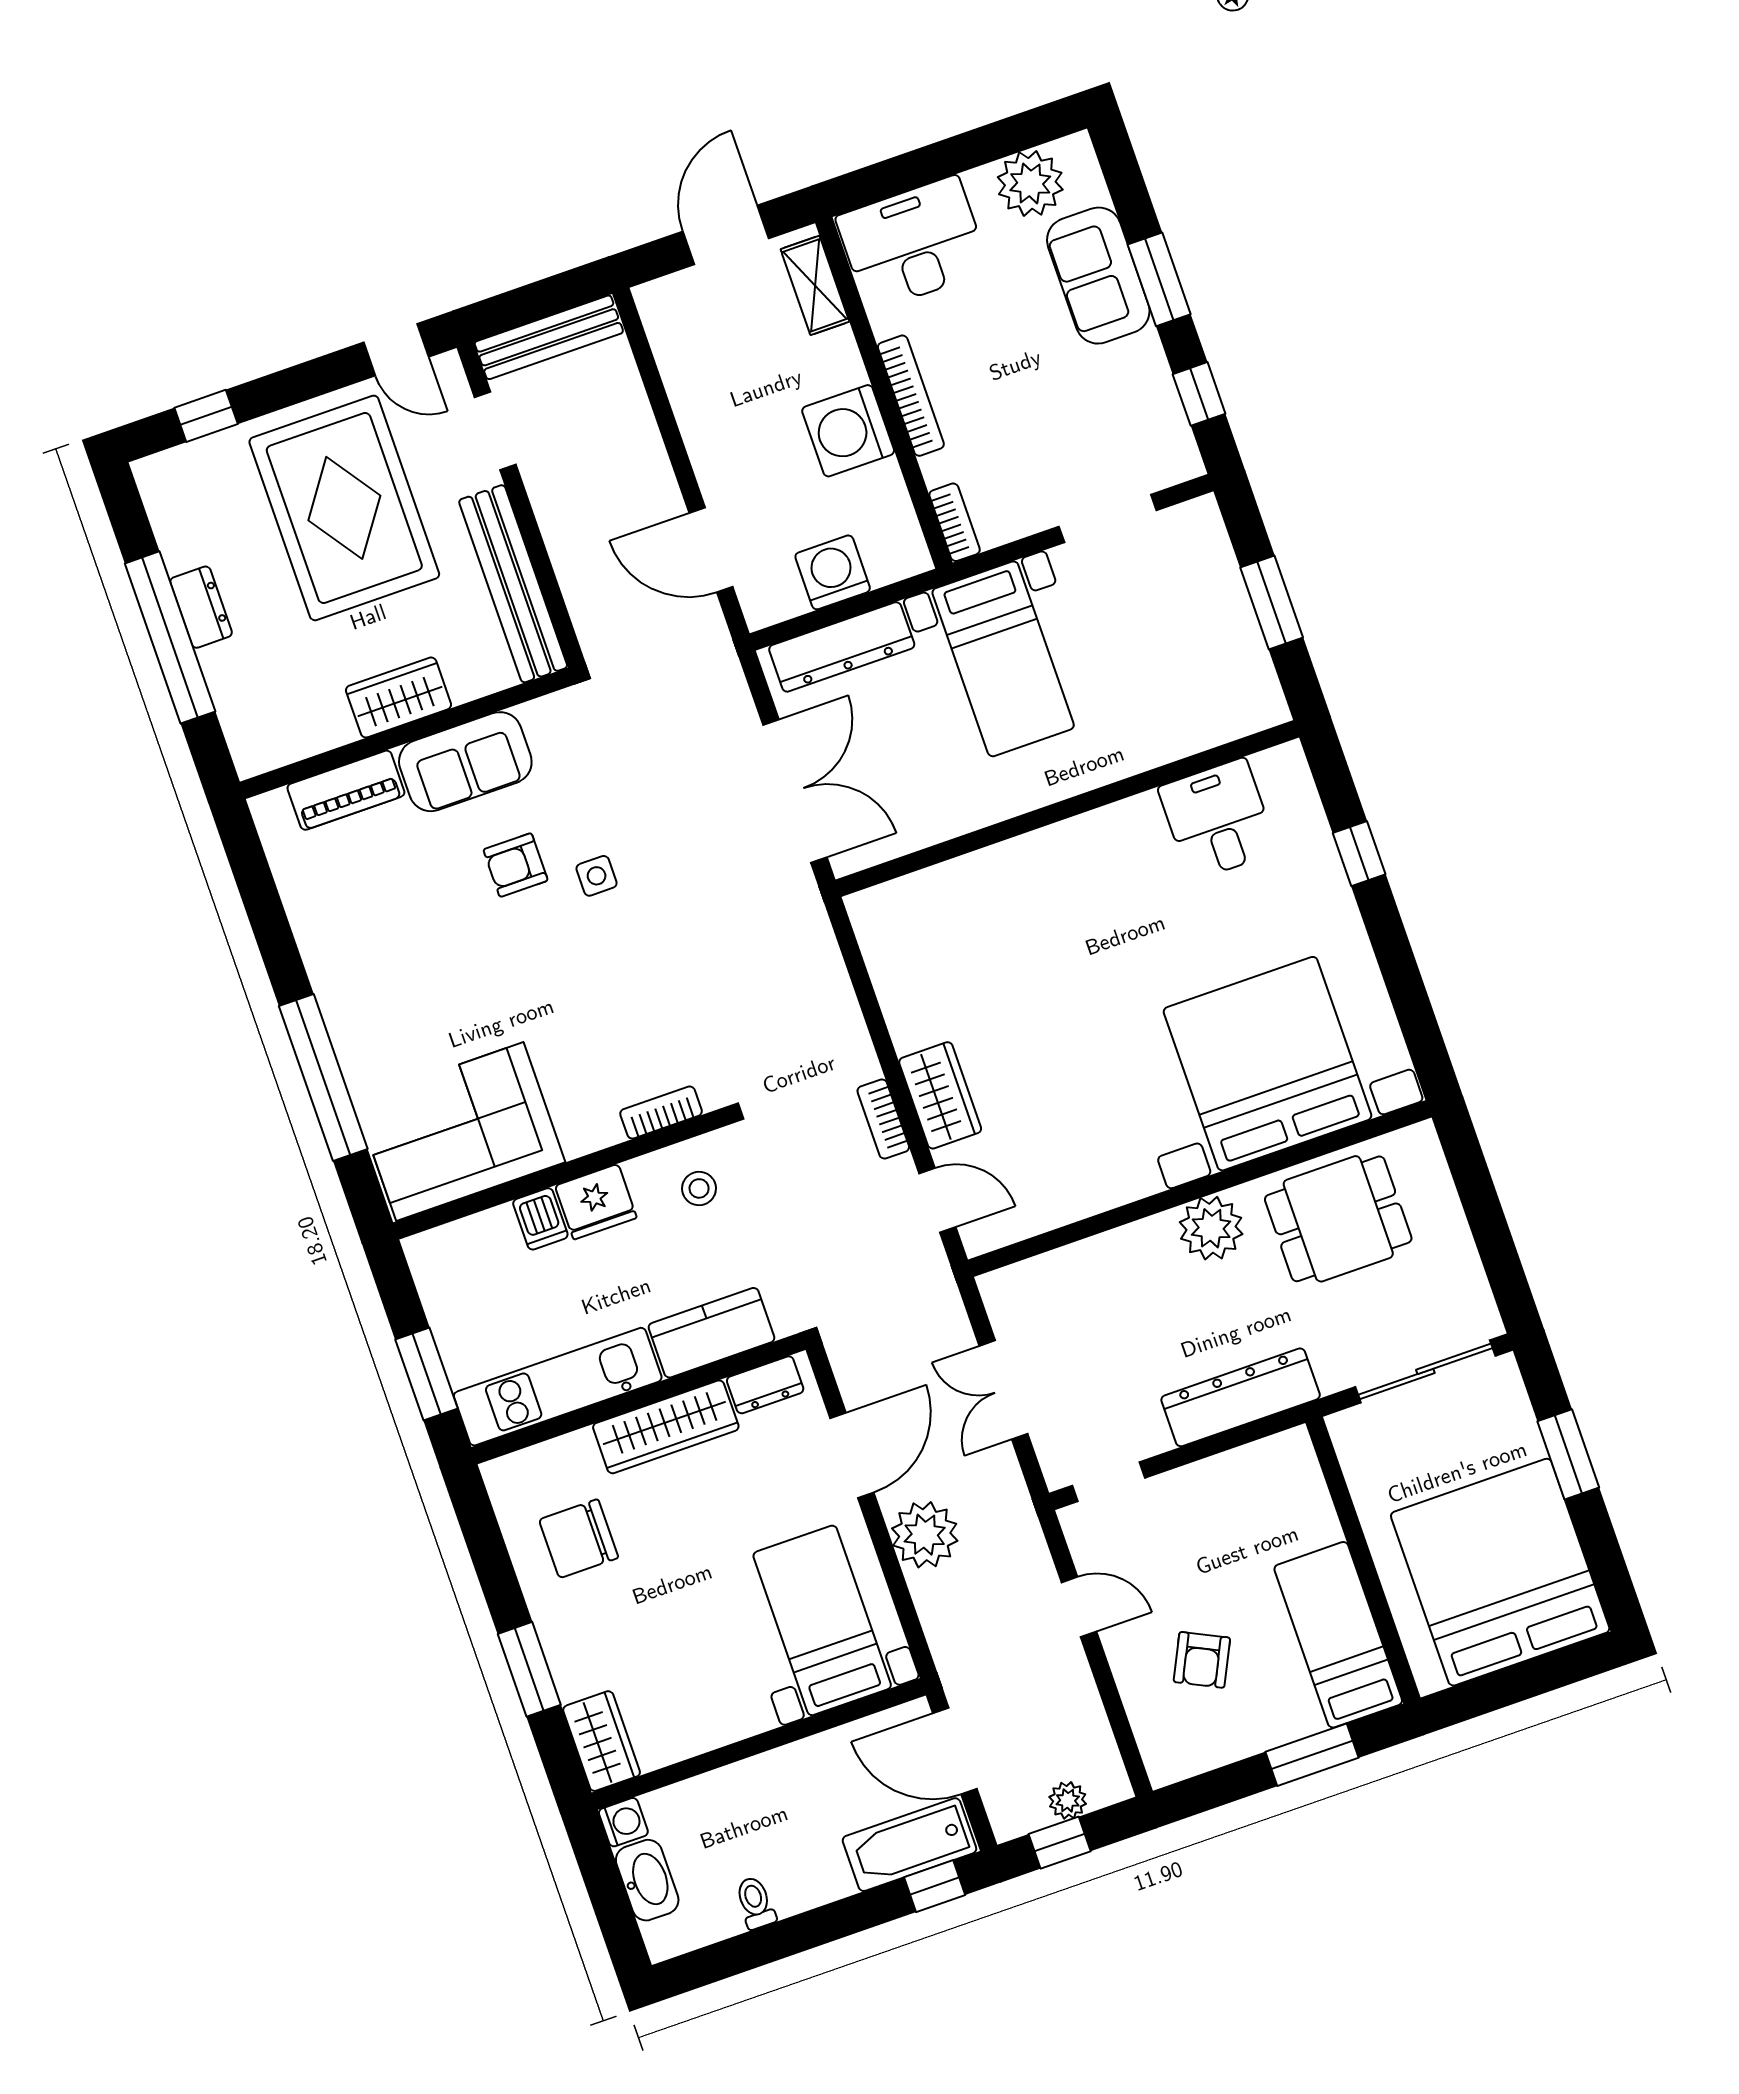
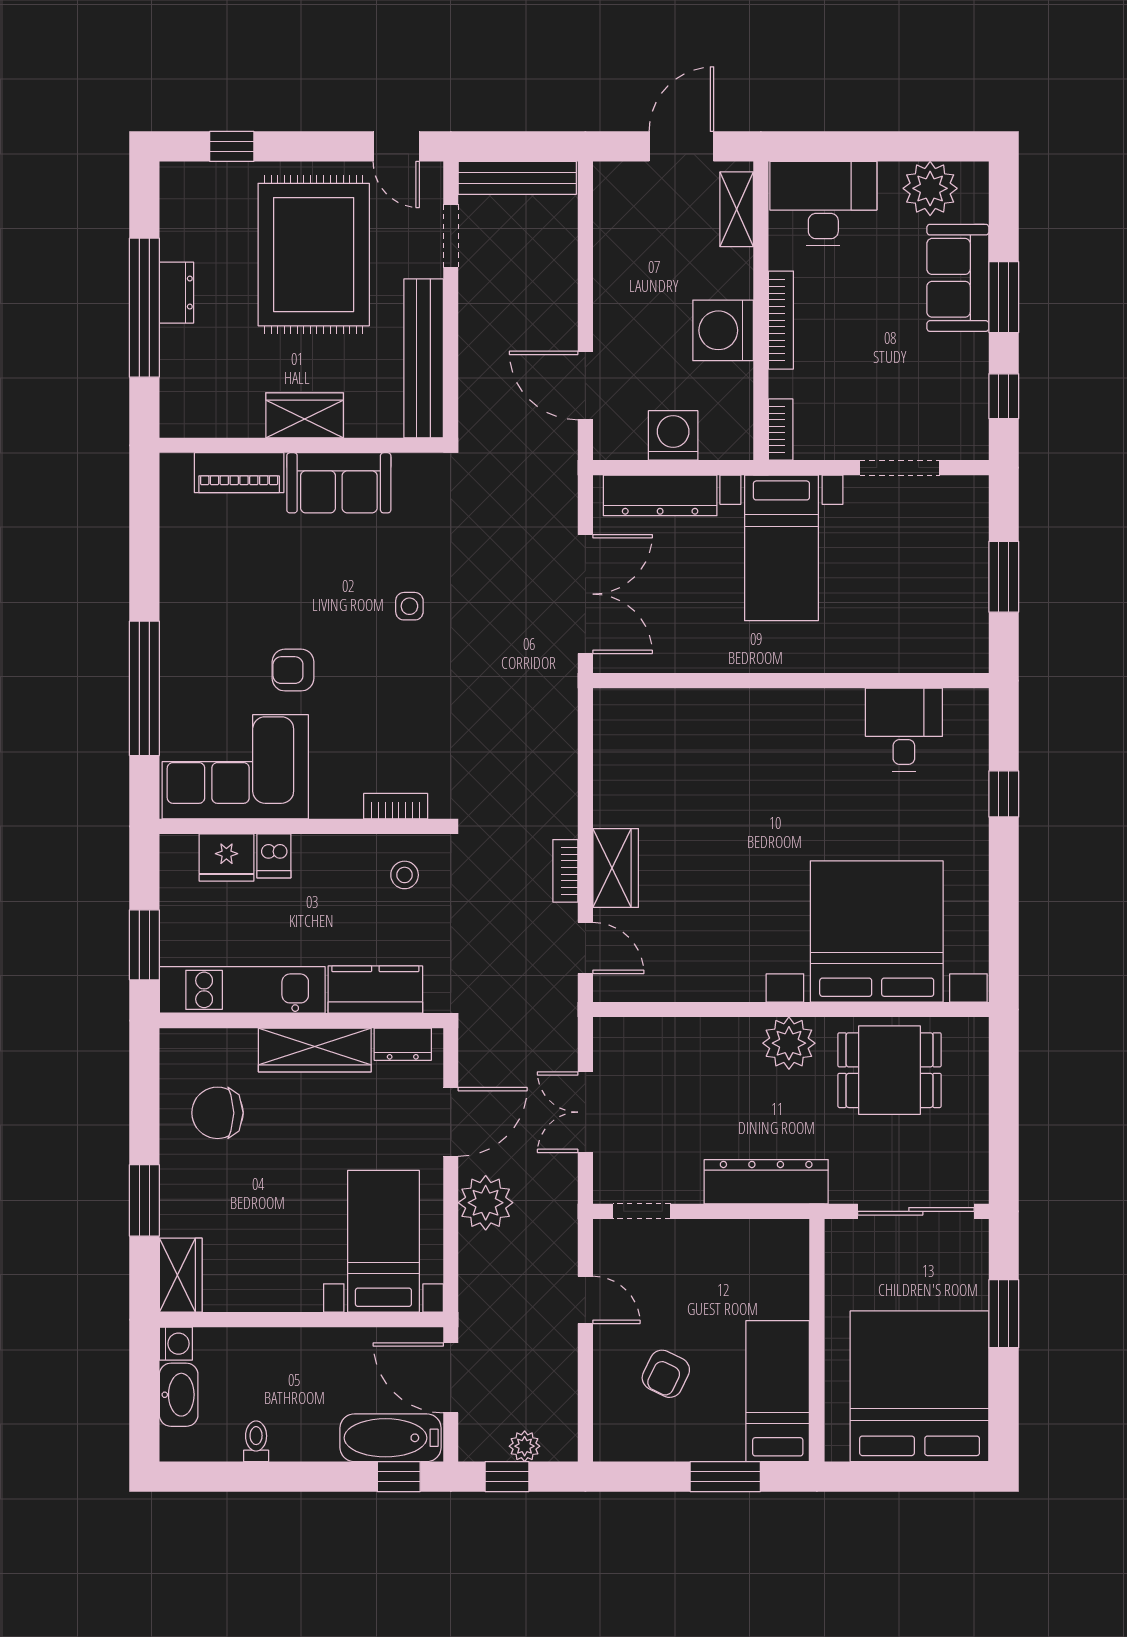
armchair: (516, 865) -> (293, 670), moved
fridge: (596, 1202) -> (226, 857), moved

